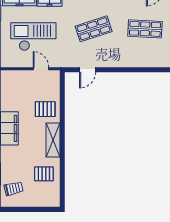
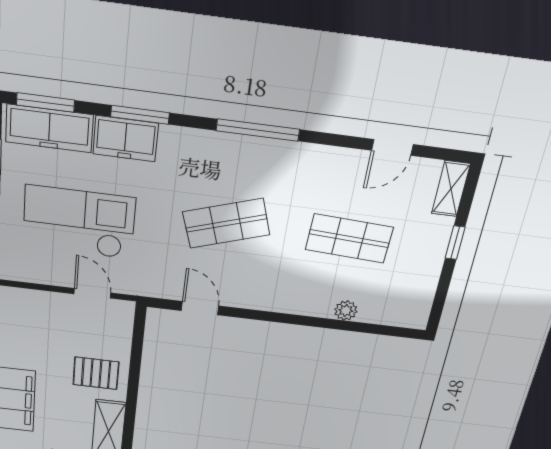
plant: (150, 62) -> (346, 311), added
door: (88, 70) -> (200, 308), swing flipped

